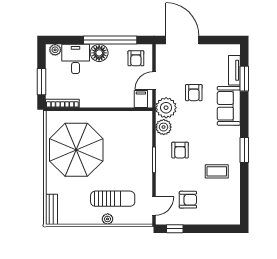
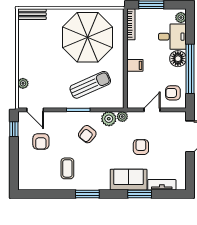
window: (244, 79) -> (140, 194), moved
door: (154, 81) -> (152, 110), hinge flipped
armchair: (194, 93) -> (141, 147), turned 90
filing cabinet: (141, 99) -> (135, 65), moved
plant: (166, 108) -> (122, 117), width x0.53, depth x0.53
armchair: (180, 150) -> (87, 134), turned -51
sun lounger: (113, 199) -> (90, 85), moved, turned -114
plant: (108, 219) -> (23, 83), moved

